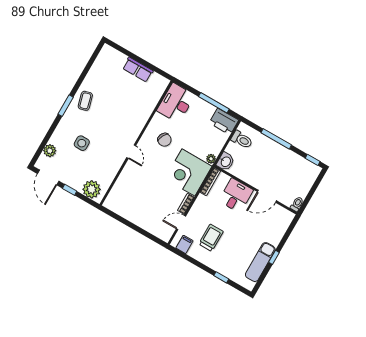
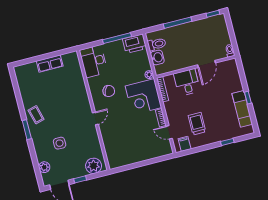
door: (131, 152) -> (95, 118), hinge flipped
washbasin: (225, 162) -> (157, 57), moved
door: (181, 222) -> (169, 132), hinge flipped

